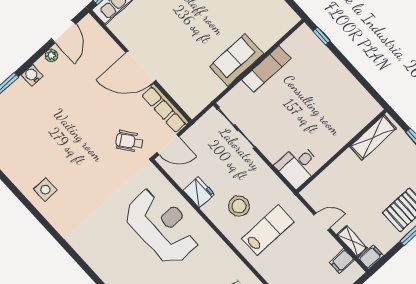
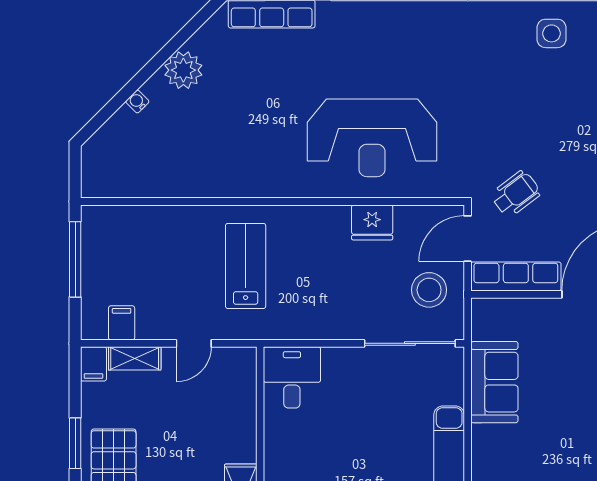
sofa: (236, 60) -> (494, 382), moved
stool: (239, 206) -> (429, 290), moved
lab bench: (268, 230) -> (246, 266), turned 180

